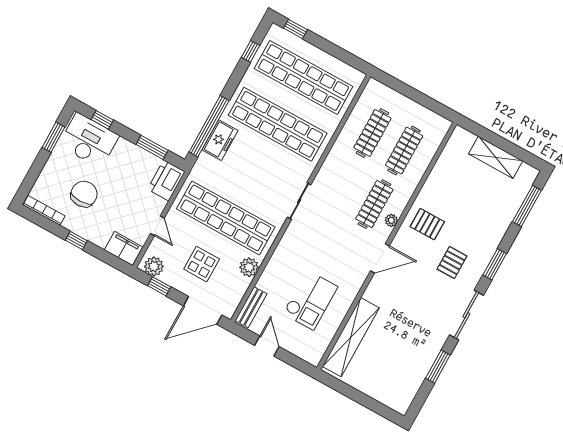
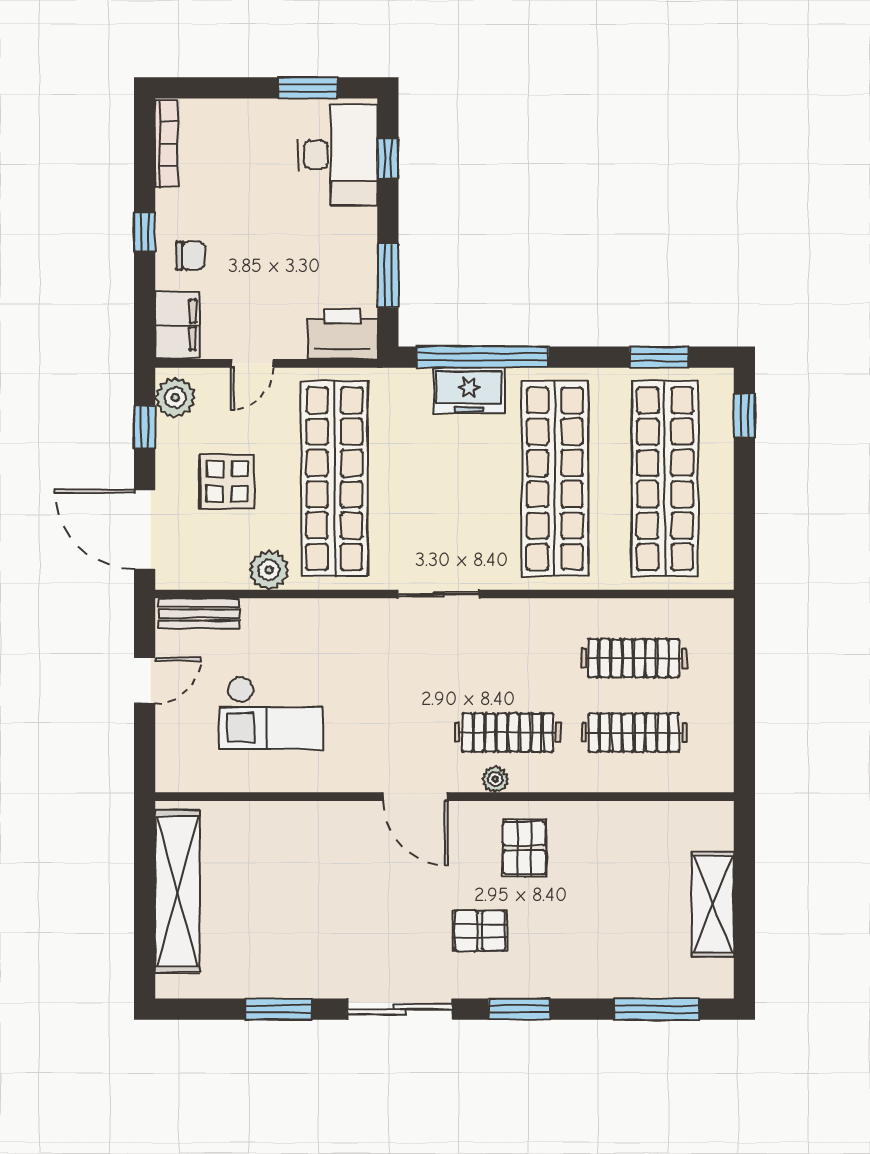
window: (251, 51) -> (659, 357), width x1.50
chair: (84, 194) -> (191, 256), moved, width x0.54, depth x0.54
shelving: (351, 337) -> (177, 892), moved, turned 90

